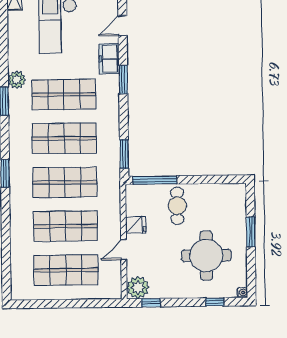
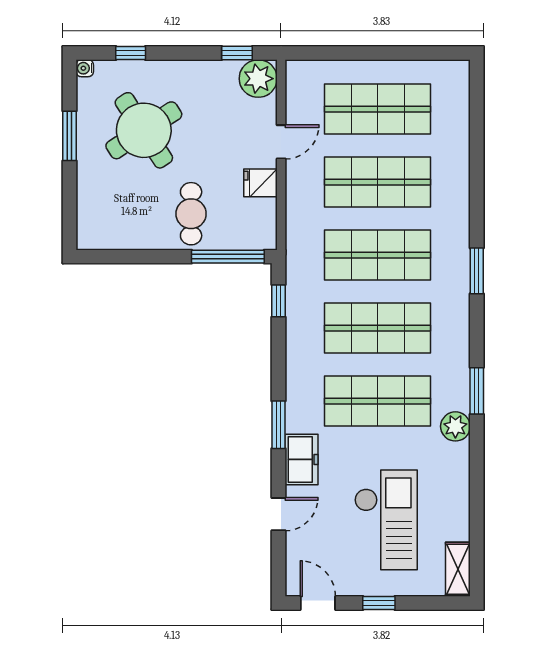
window: (124, 154) -> (278, 301), width x0.67
window: (251, 232) -> (70, 136), moved
round table: (206, 256) -> (144, 130), turned -33

